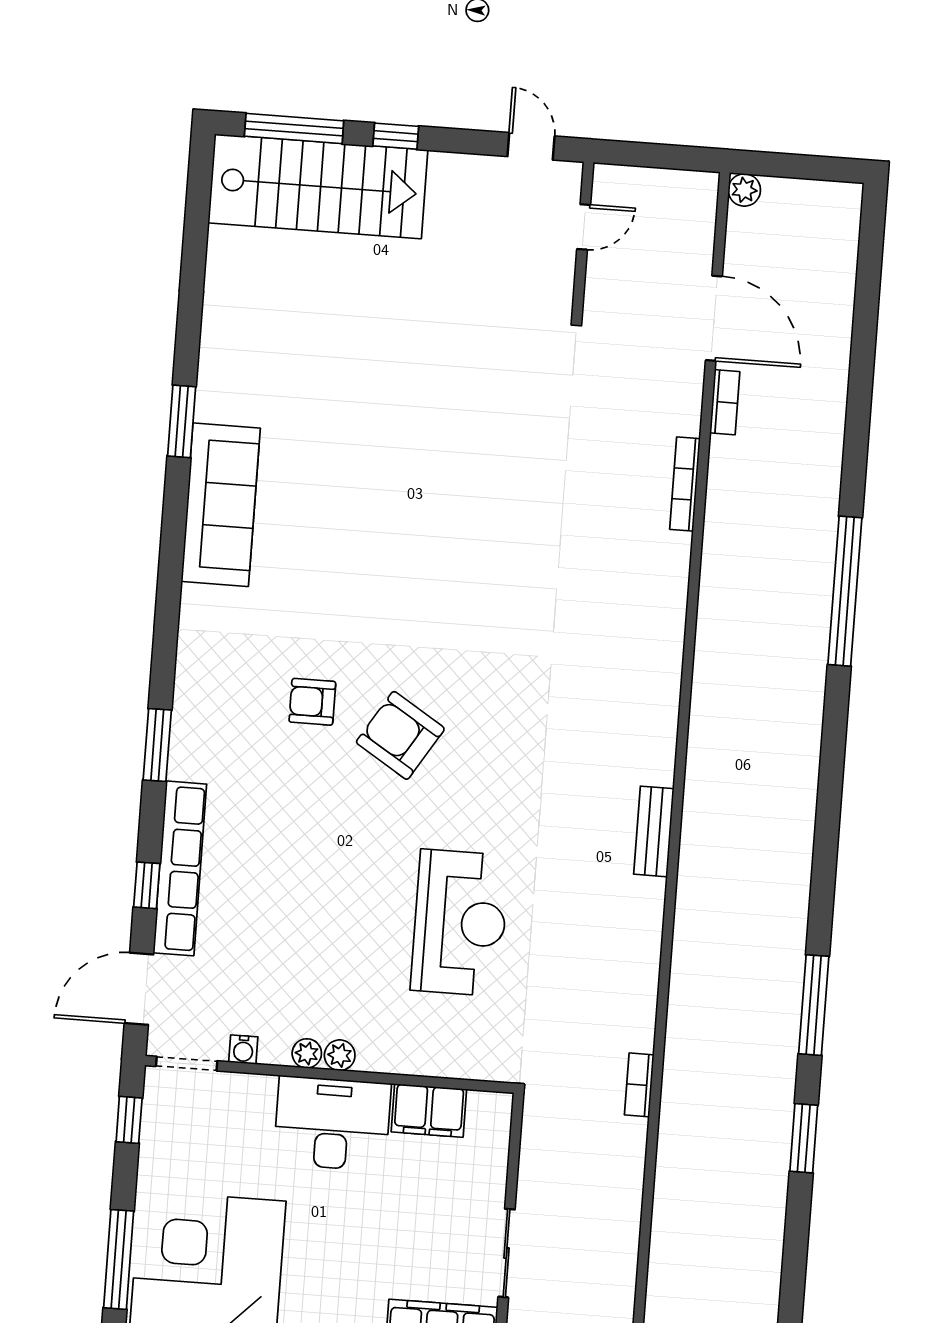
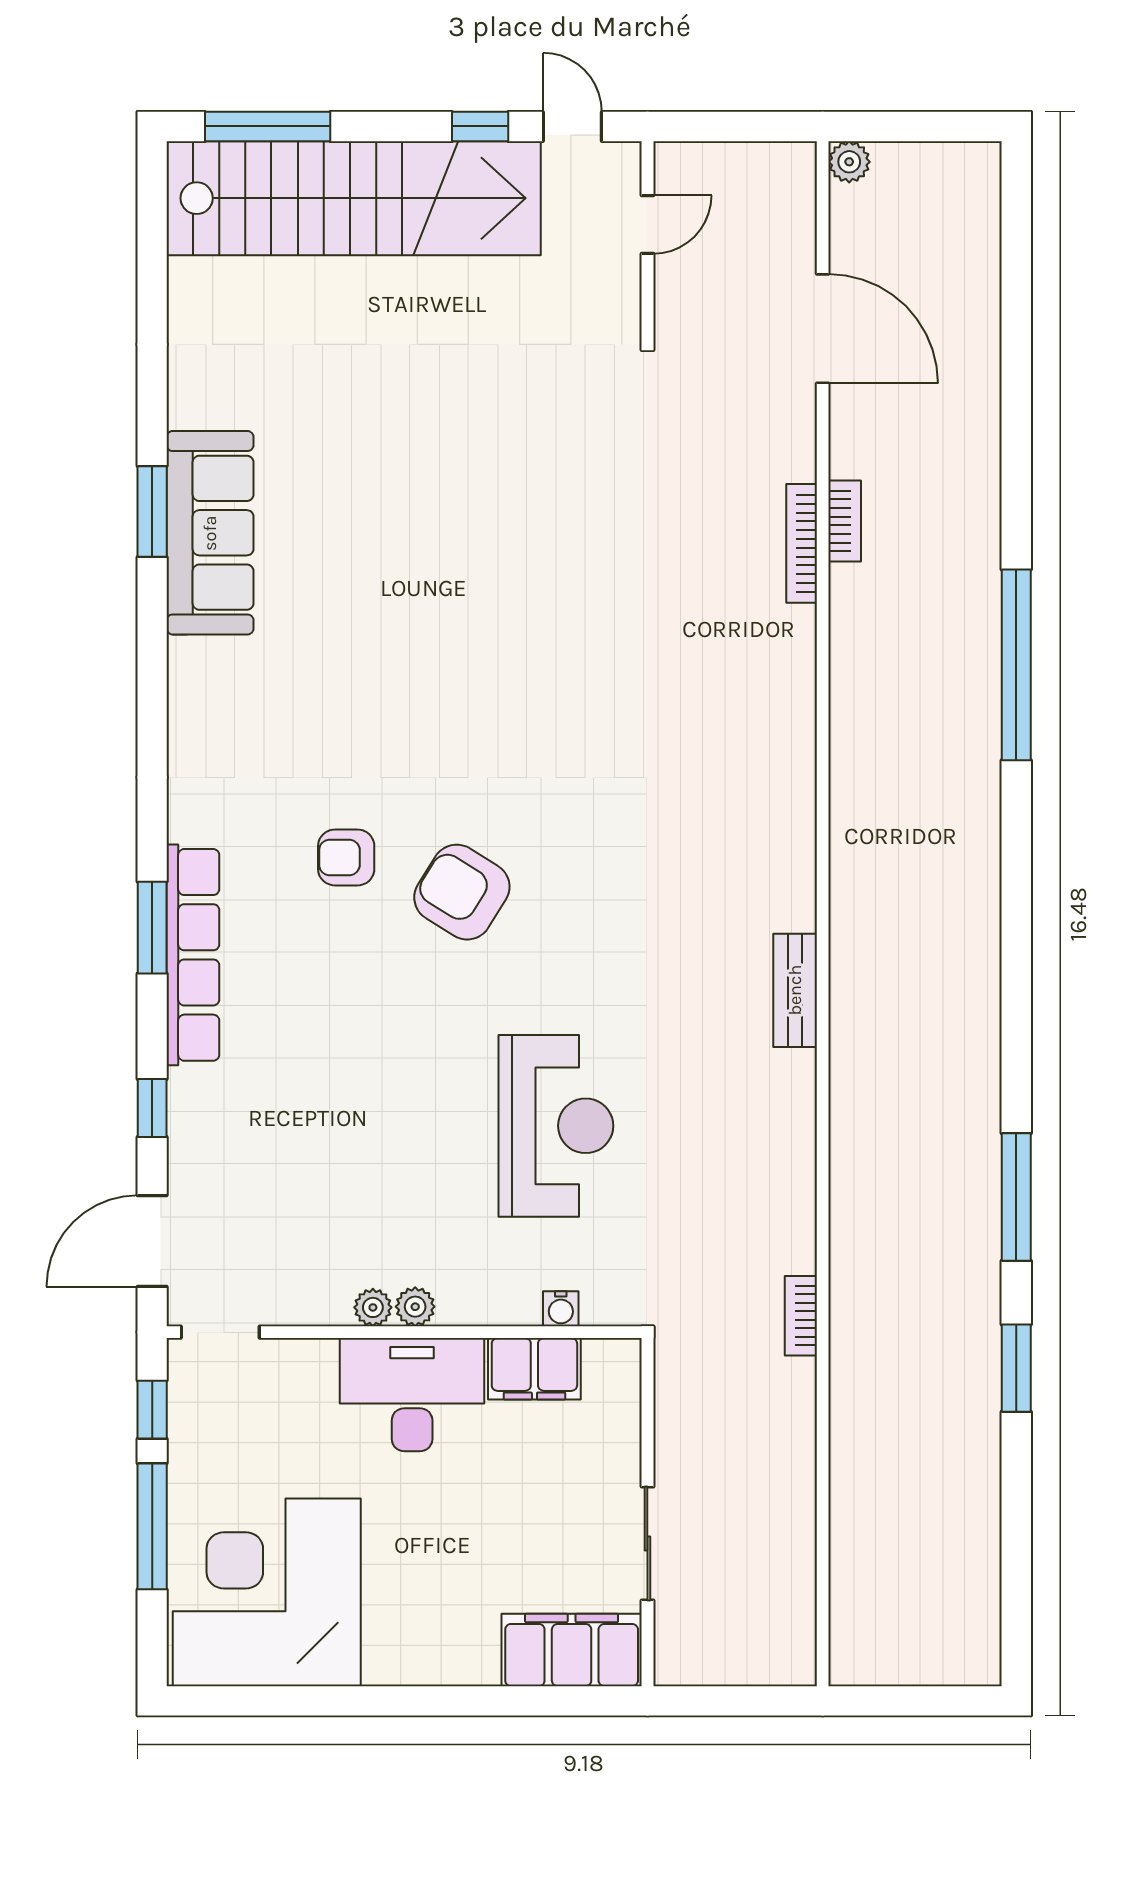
window: (396, 136) -> (480, 126), moved
stairs: (318, 186) -> (354, 198), width x1.36
bookcase: (725, 402) -> (845, 521), moved
sofa: (221, 505) -> (210, 533), moved
row of seats: (180, 868) -> (193, 955), moved
water cooler: (243, 1050) -> (561, 1309), moved
window: (119, 1259) -> (152, 1526), moved

